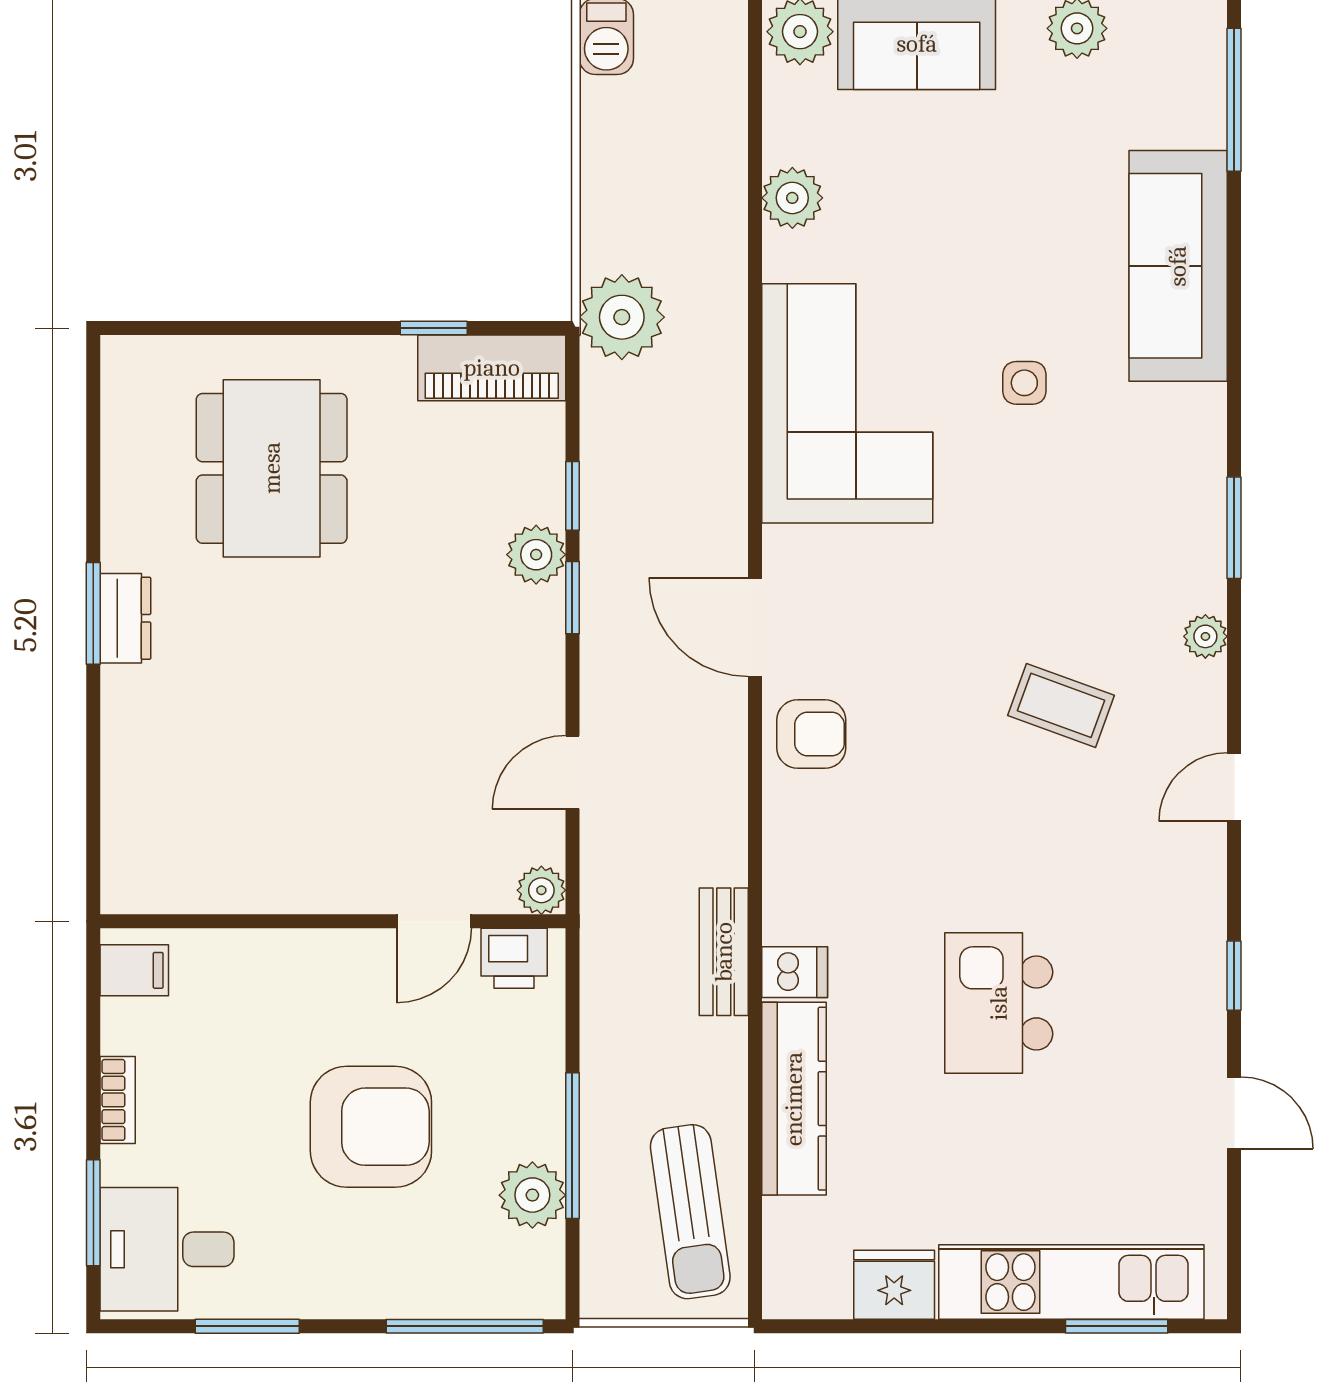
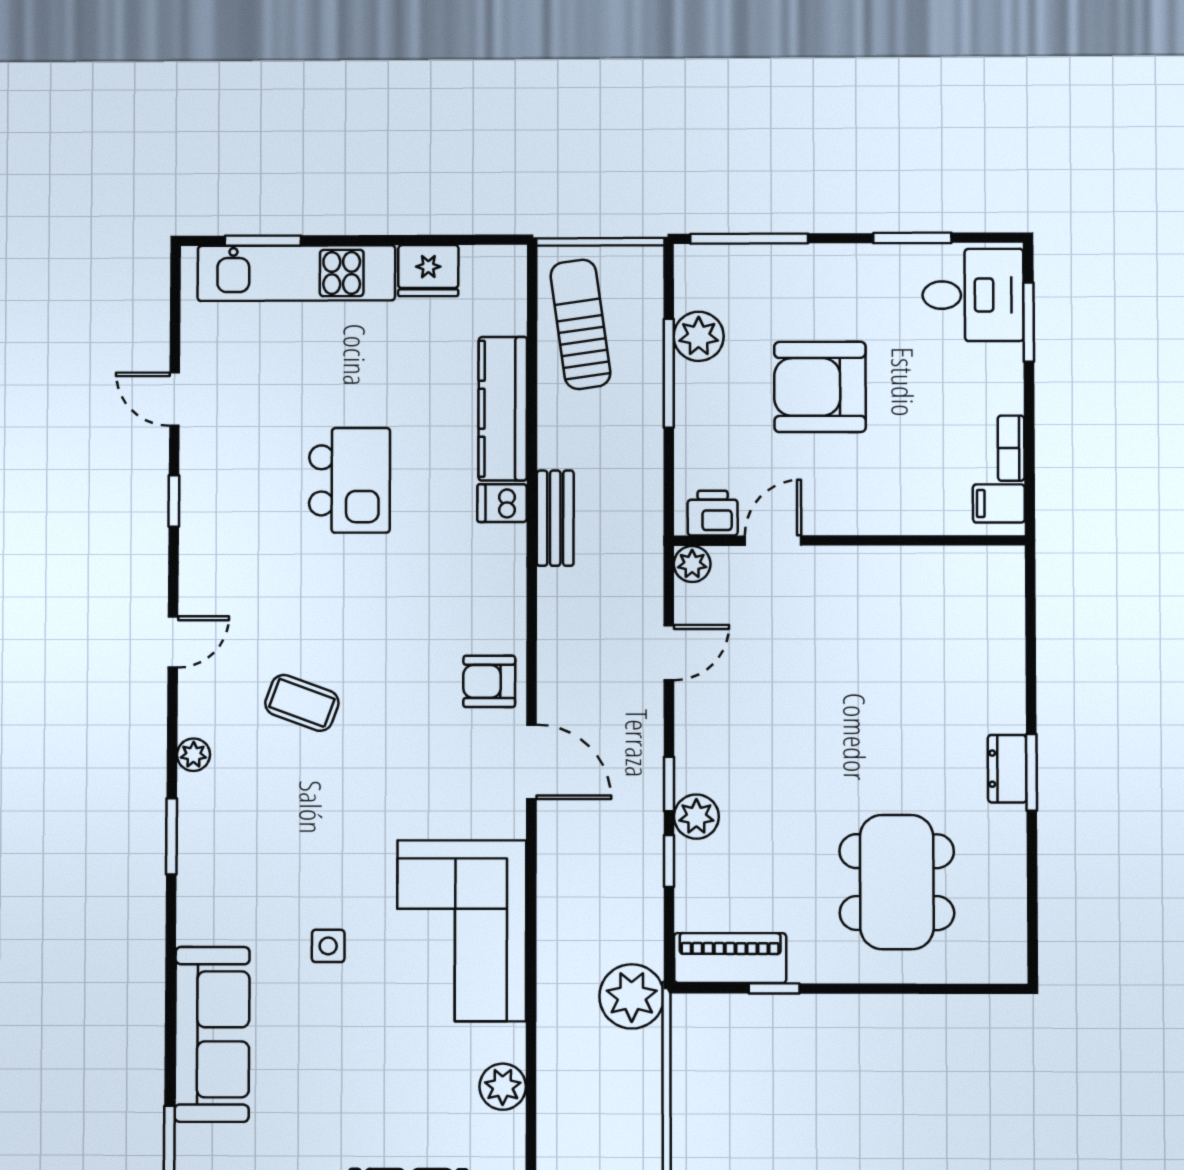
bookcase: (118, 1100) -> (1011, 448), moved

